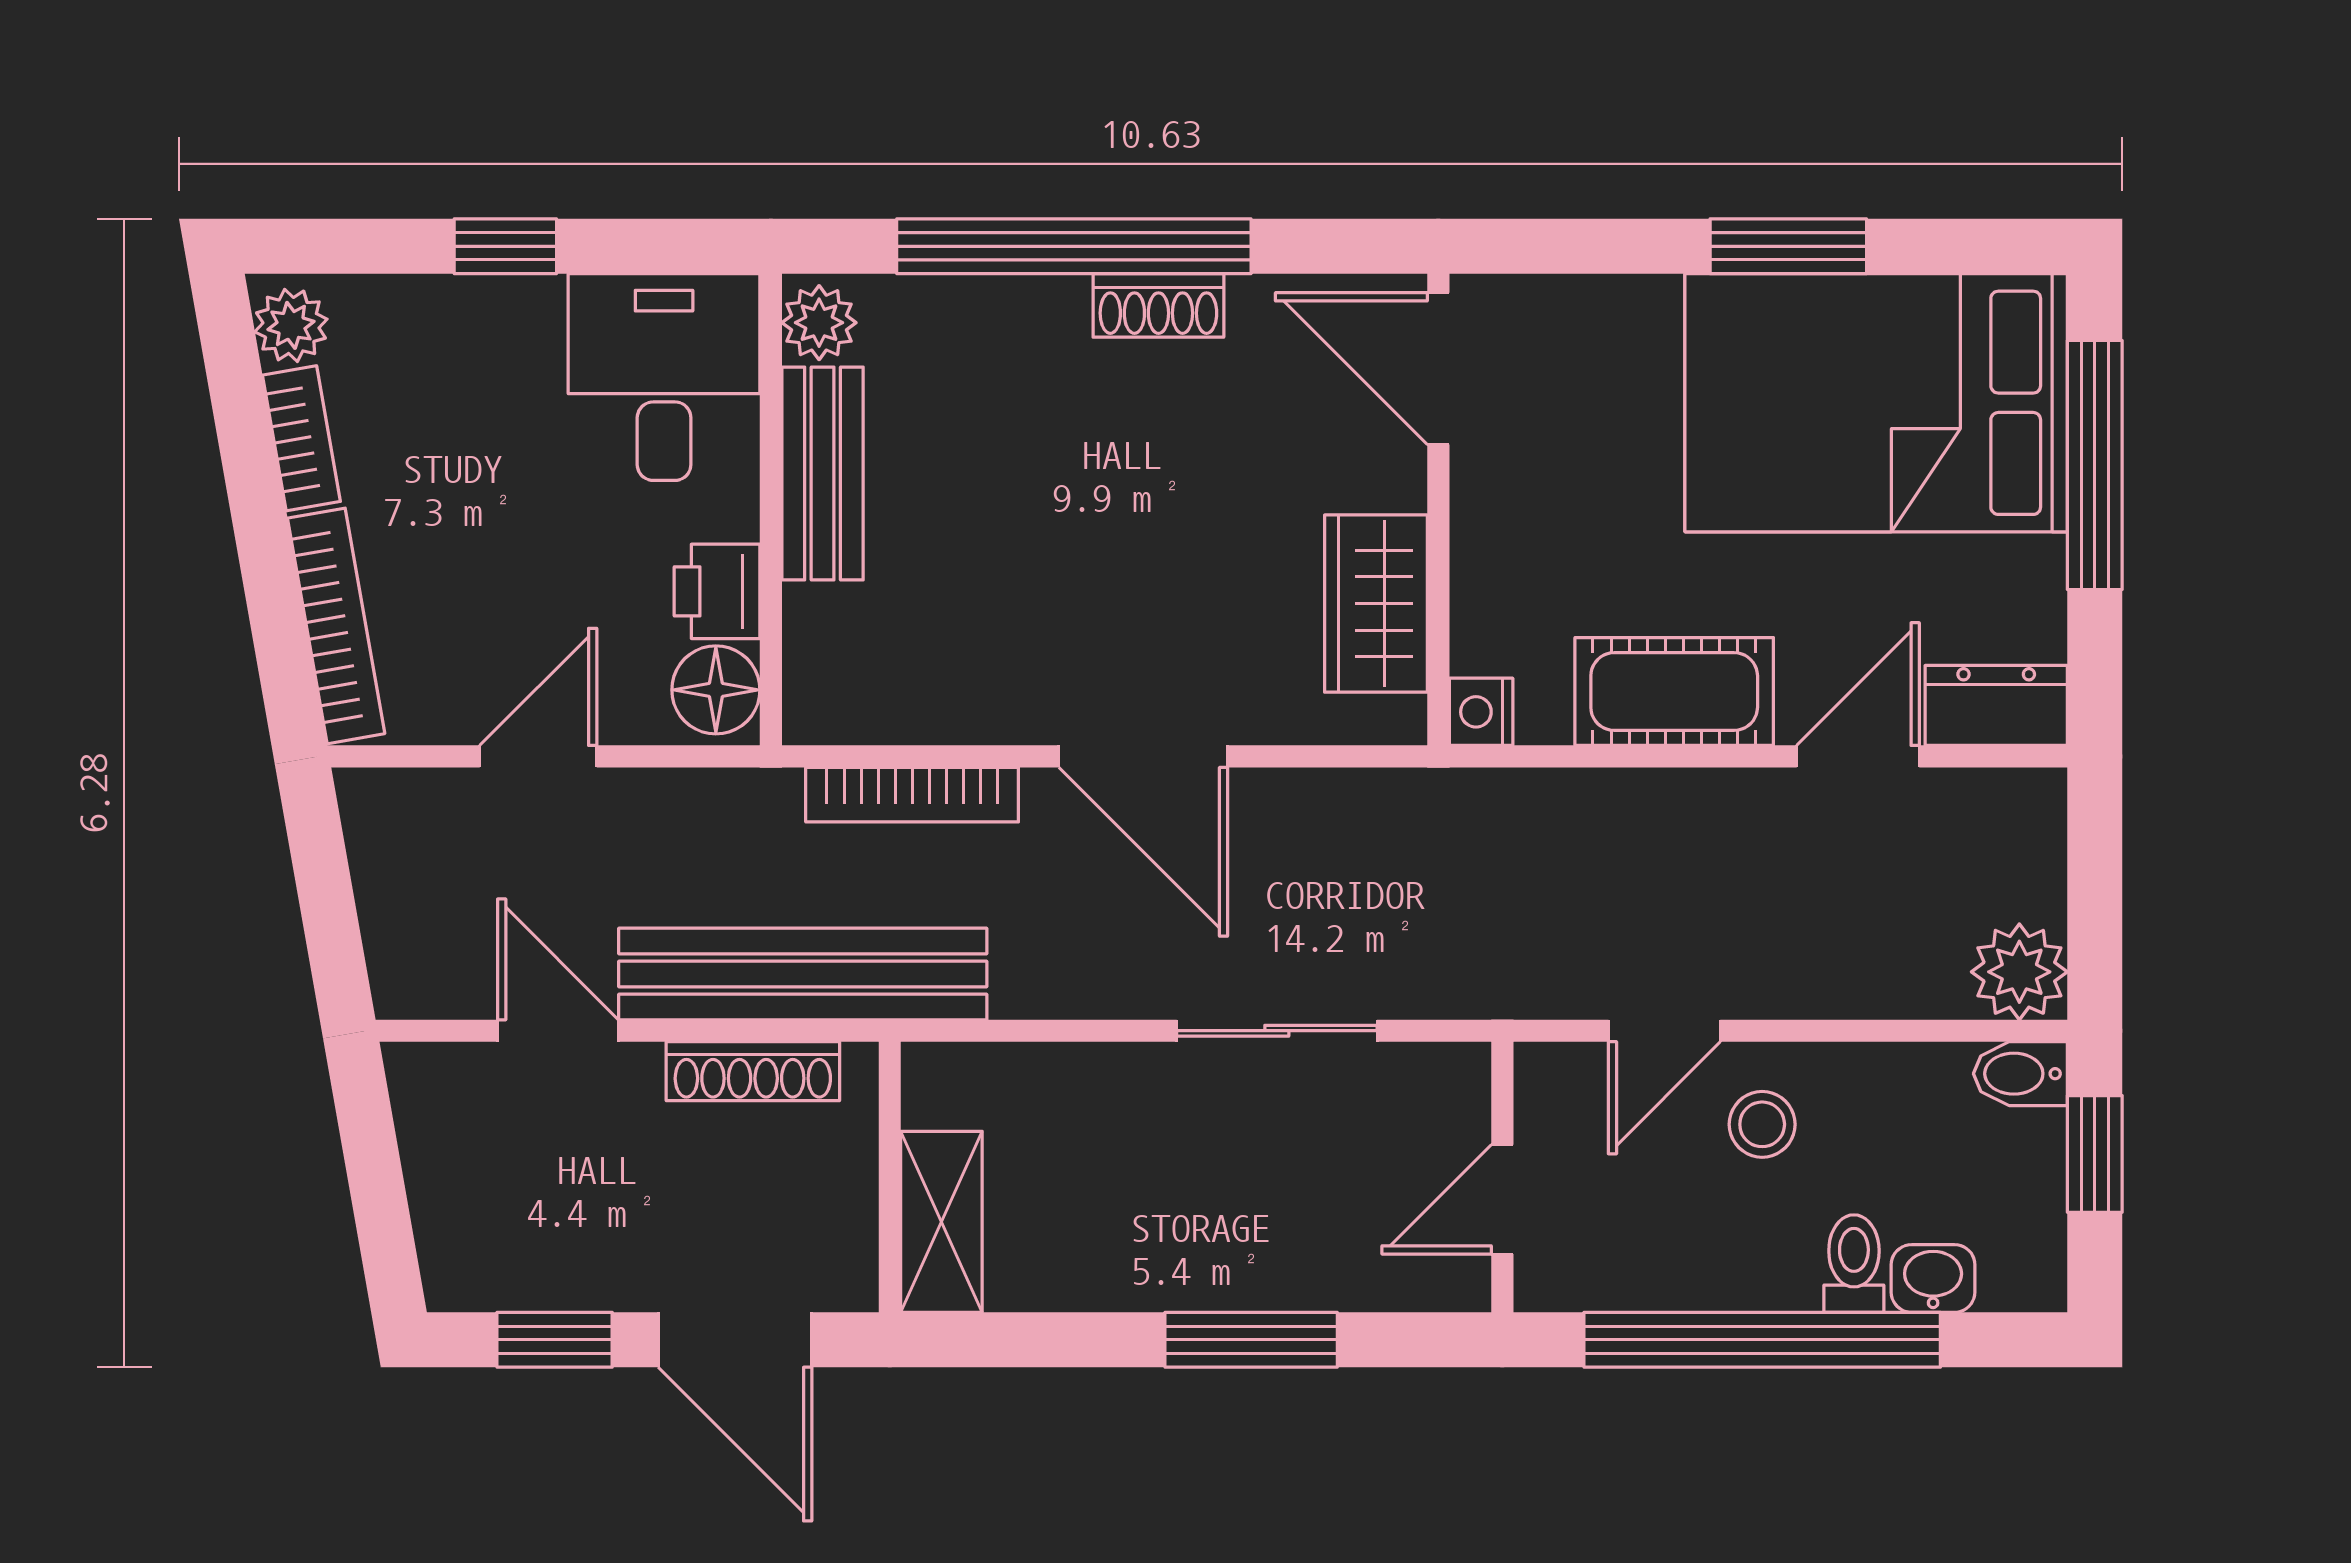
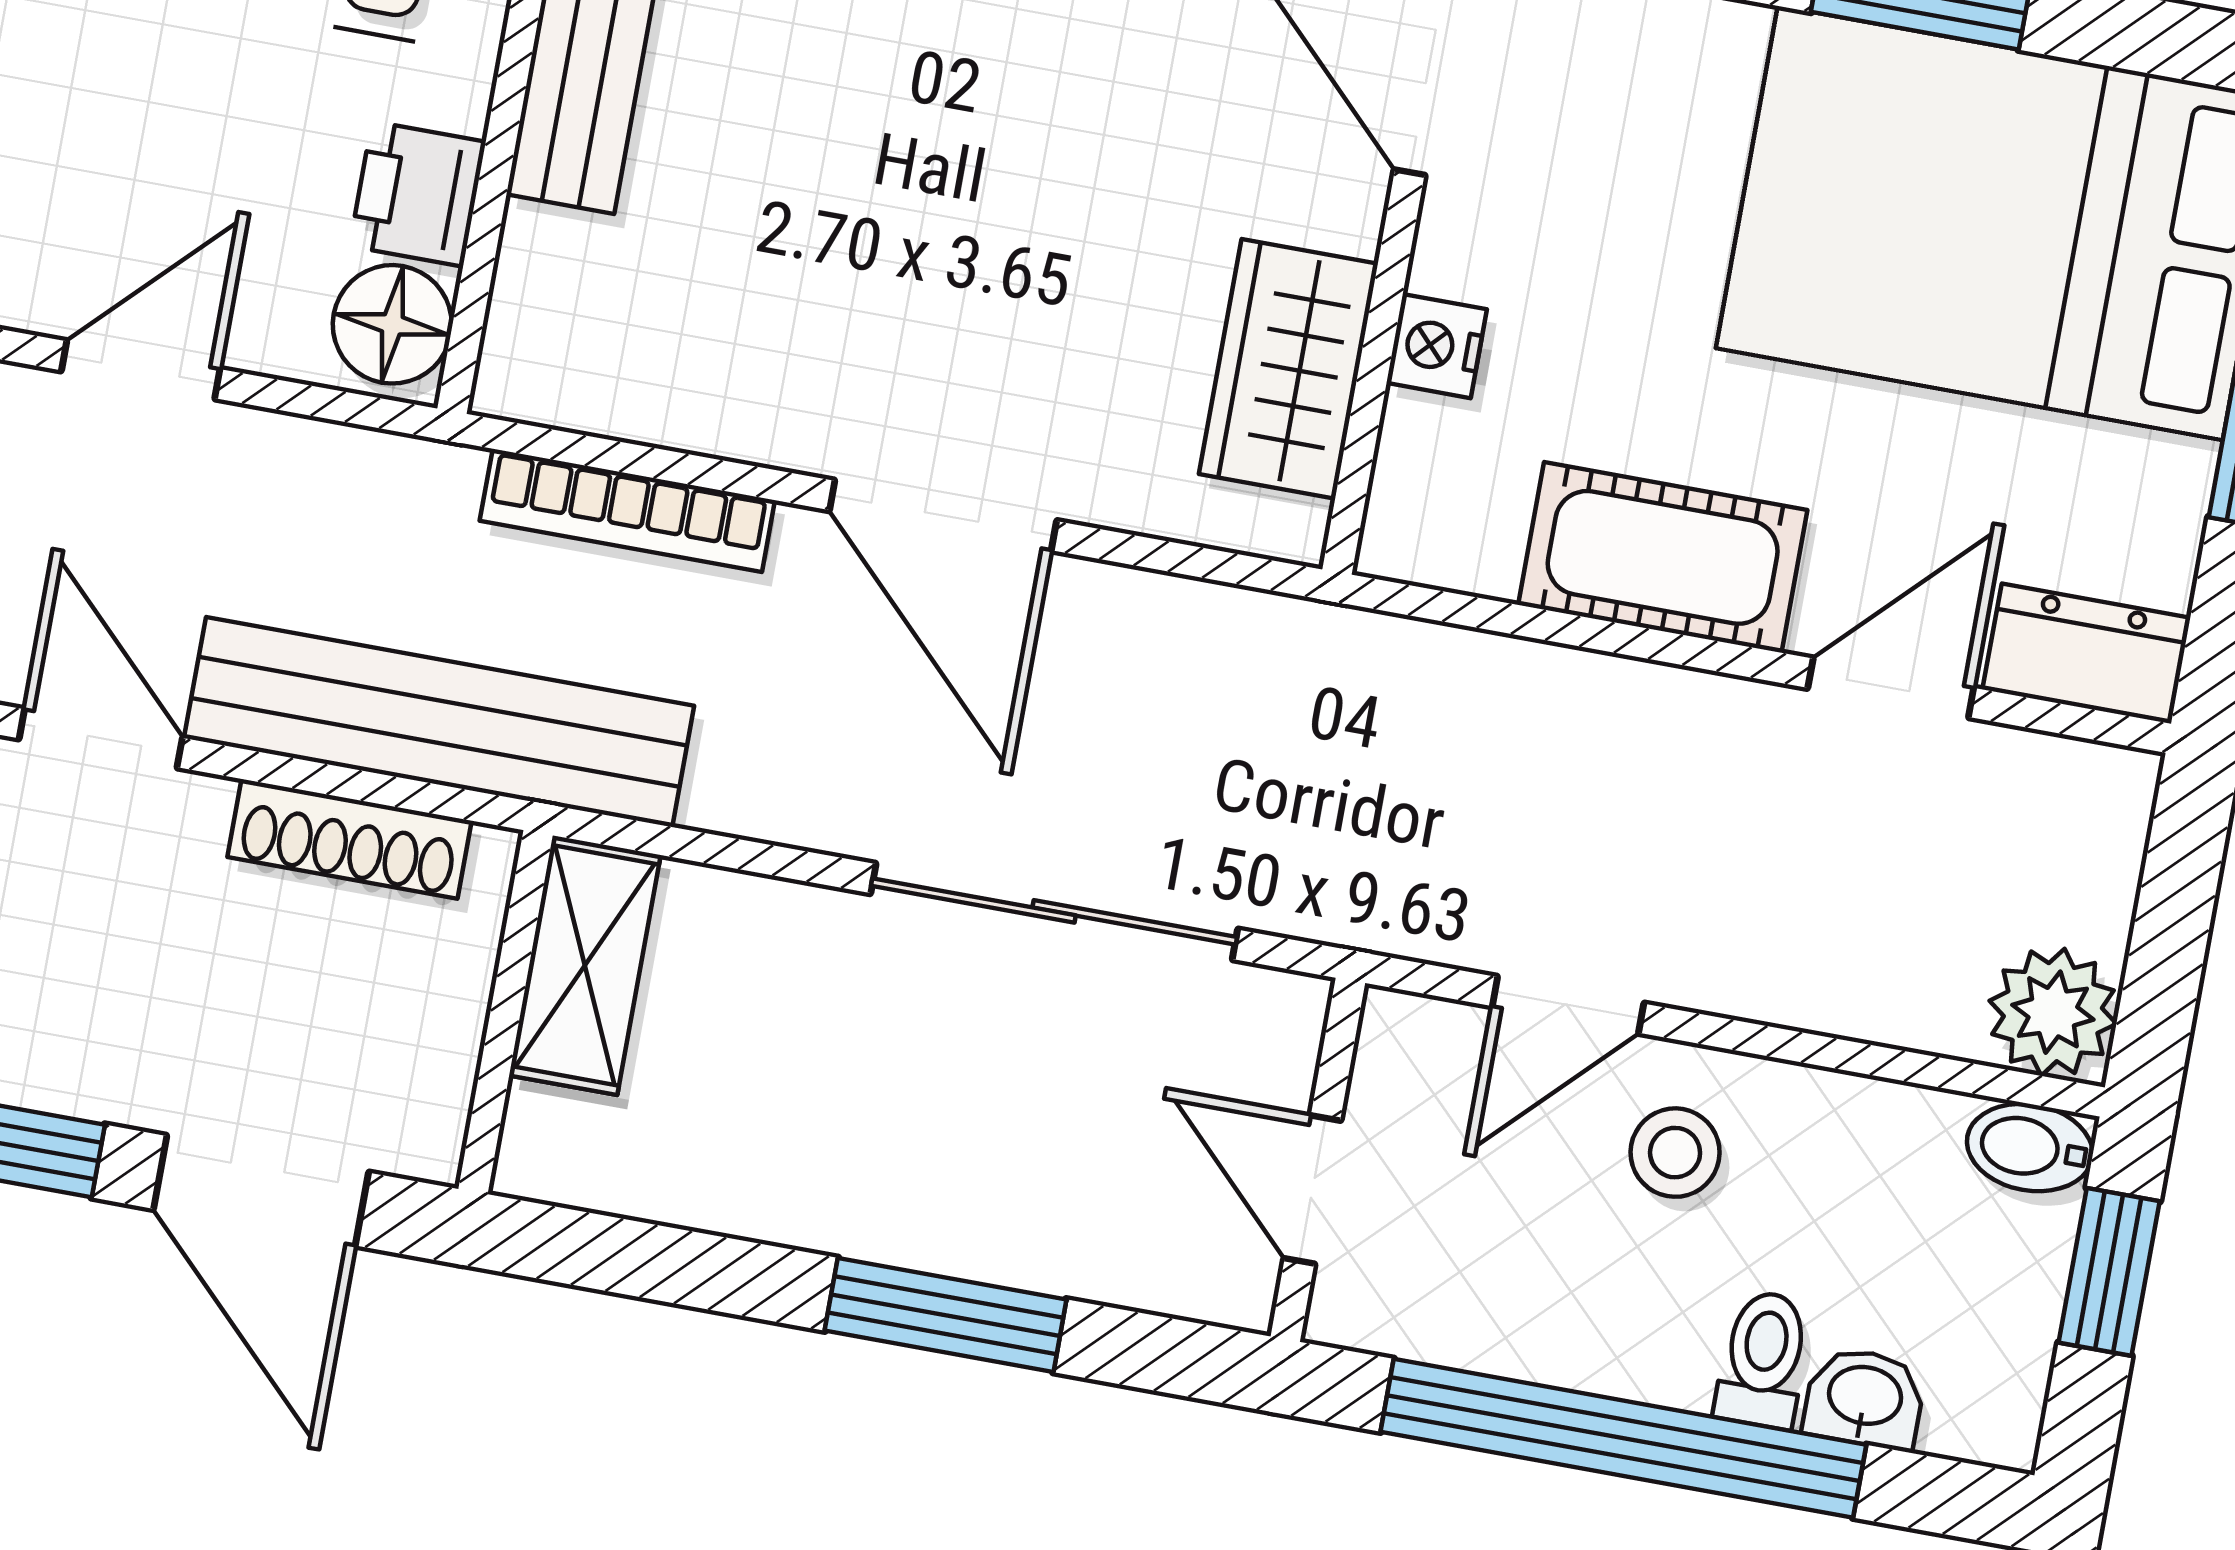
nightstand: (1481, 712) -> (1437, 346), moved
sliding door: (1277, 1031) -> (1054, 911), width x1.37
door: (1502, 1199) -> (1312, 1189), hinge flipped
shelving: (941, 1222) -> (585, 965), moved

